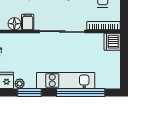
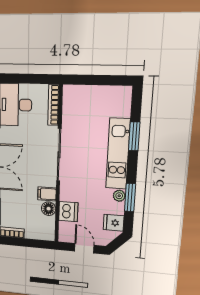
dishwasher: (112, 42) -> (68, 212), moved, turned -90
plant: (20, 84) -> (119, 196), moved
window: (81, 93) -> (134, 136), width x0.47

